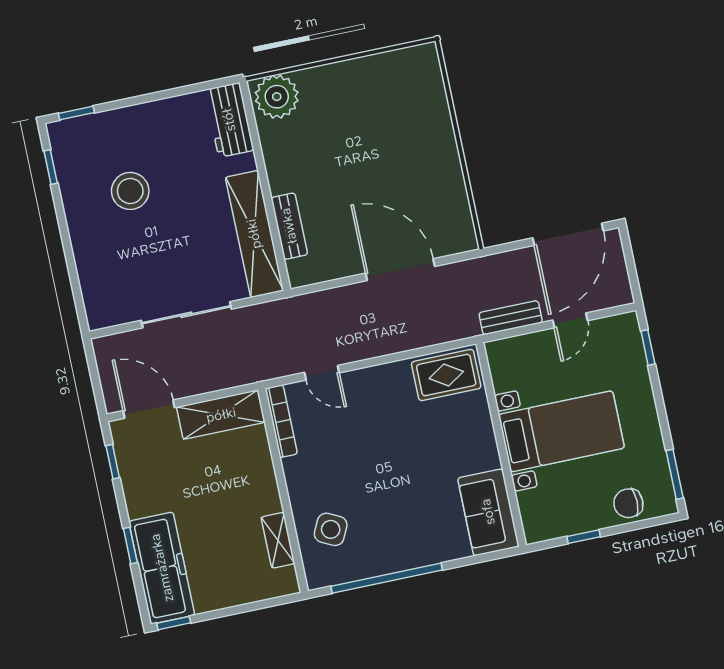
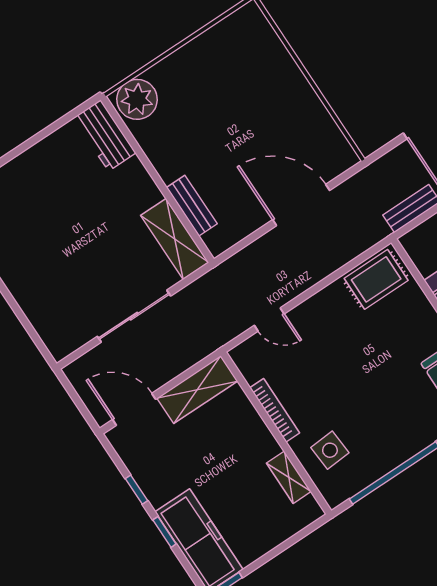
stool: (130, 191) -> (44, 230), removed
shelving: (254, 234) -> (175, 239), width x0.68
bookcase: (281, 421) -> (275, 410), moved
window: (113, 462) -> (136, 490), moved
side table: (331, 529) -> (330, 450), turned -30

